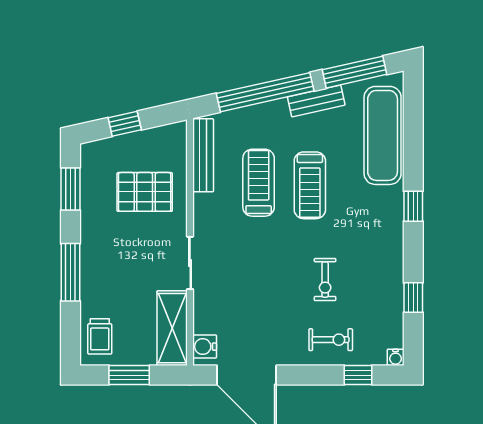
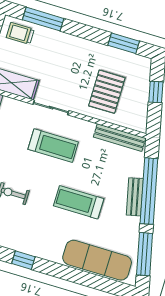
bench: (316, 101) -> (135, 197), moved
treadmill: (259, 183) -> (53, 146), moved
window: (413, 206) -> (23, 260), moved
window: (70, 272) -> (43, 19), moved

